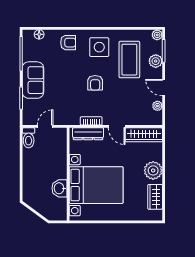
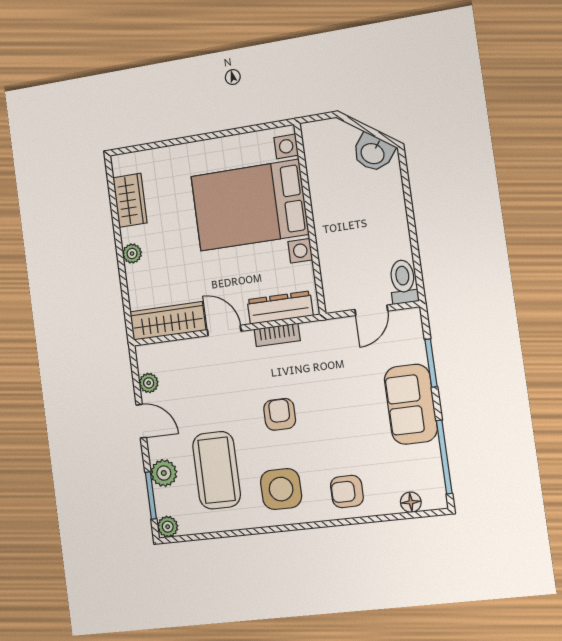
plant: (153, 170) -> (132, 253), width x0.53, depth x0.53
washbasin: (59, 188) -> (373, 153), moved, turned 126

